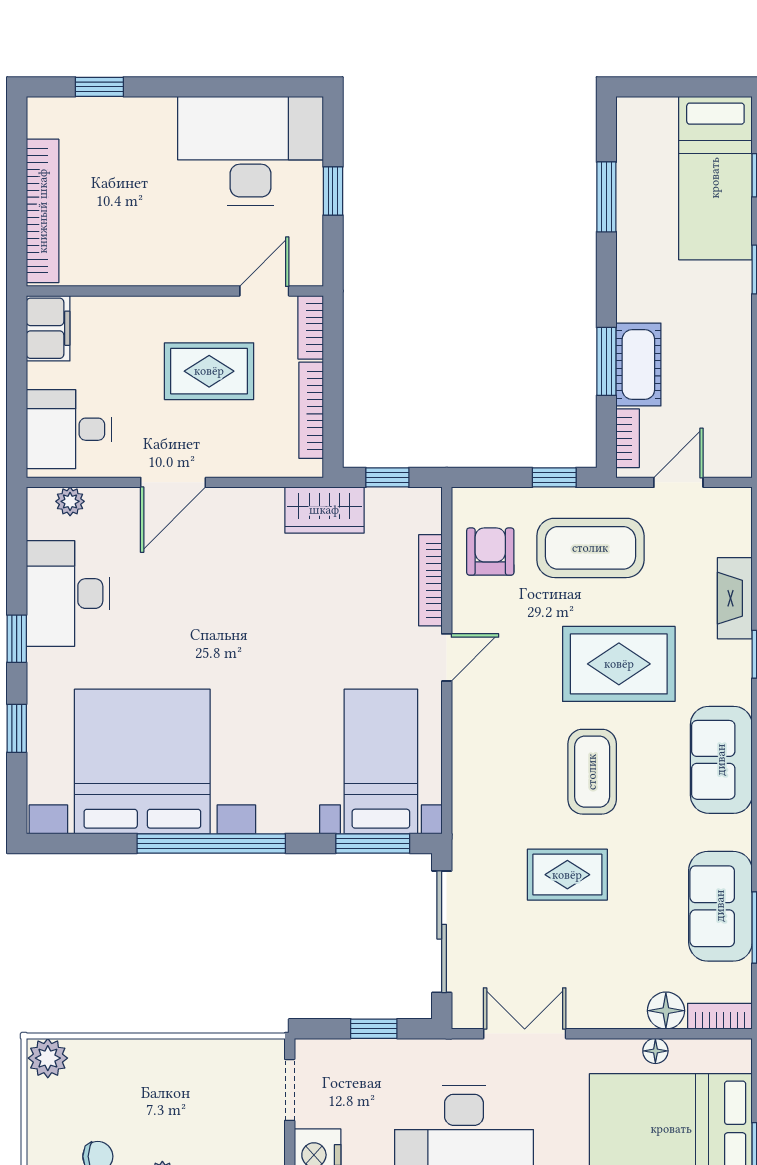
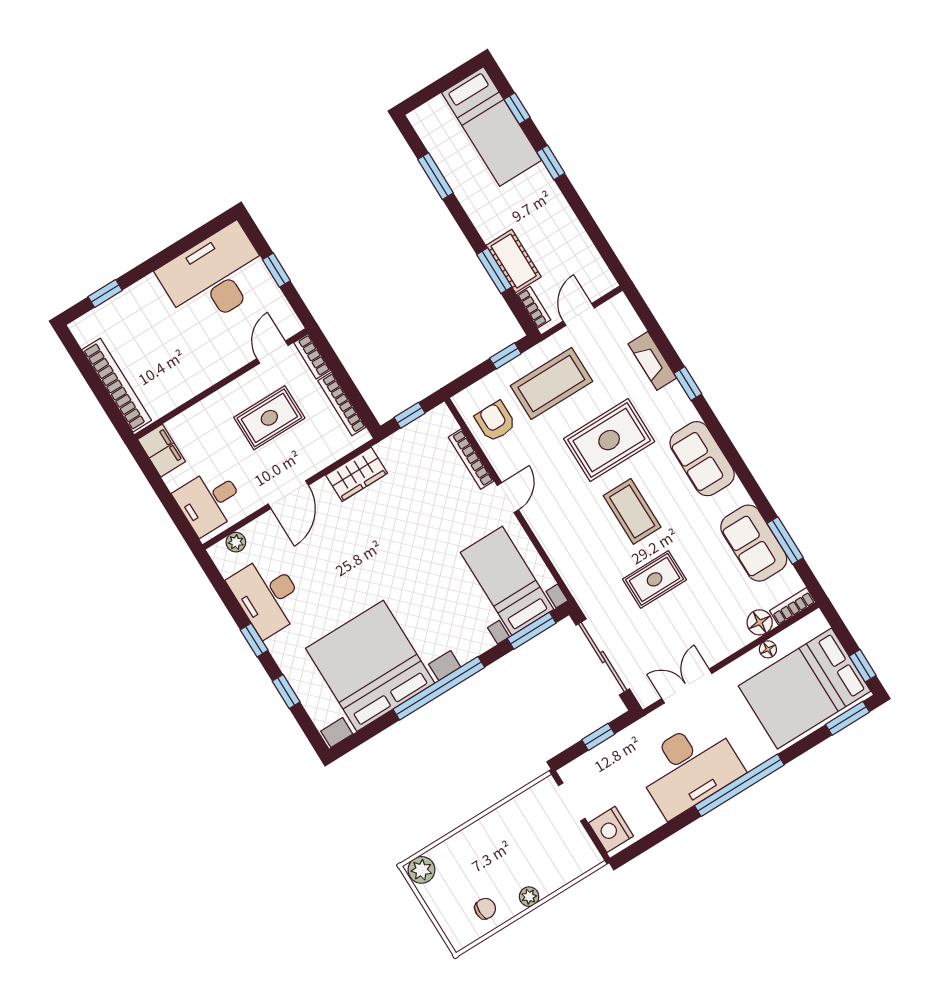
wardrobe: (324, 510) -> (357, 474), moved

